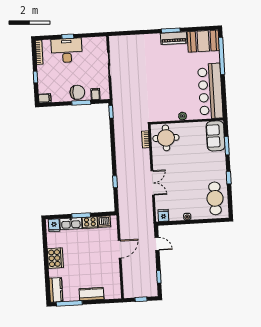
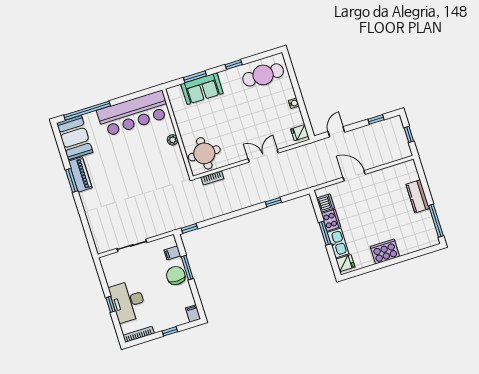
sofa: (215, 136) -> (202, 89), moved
kitchen counter: (56, 290) -> (423, 241), removed

